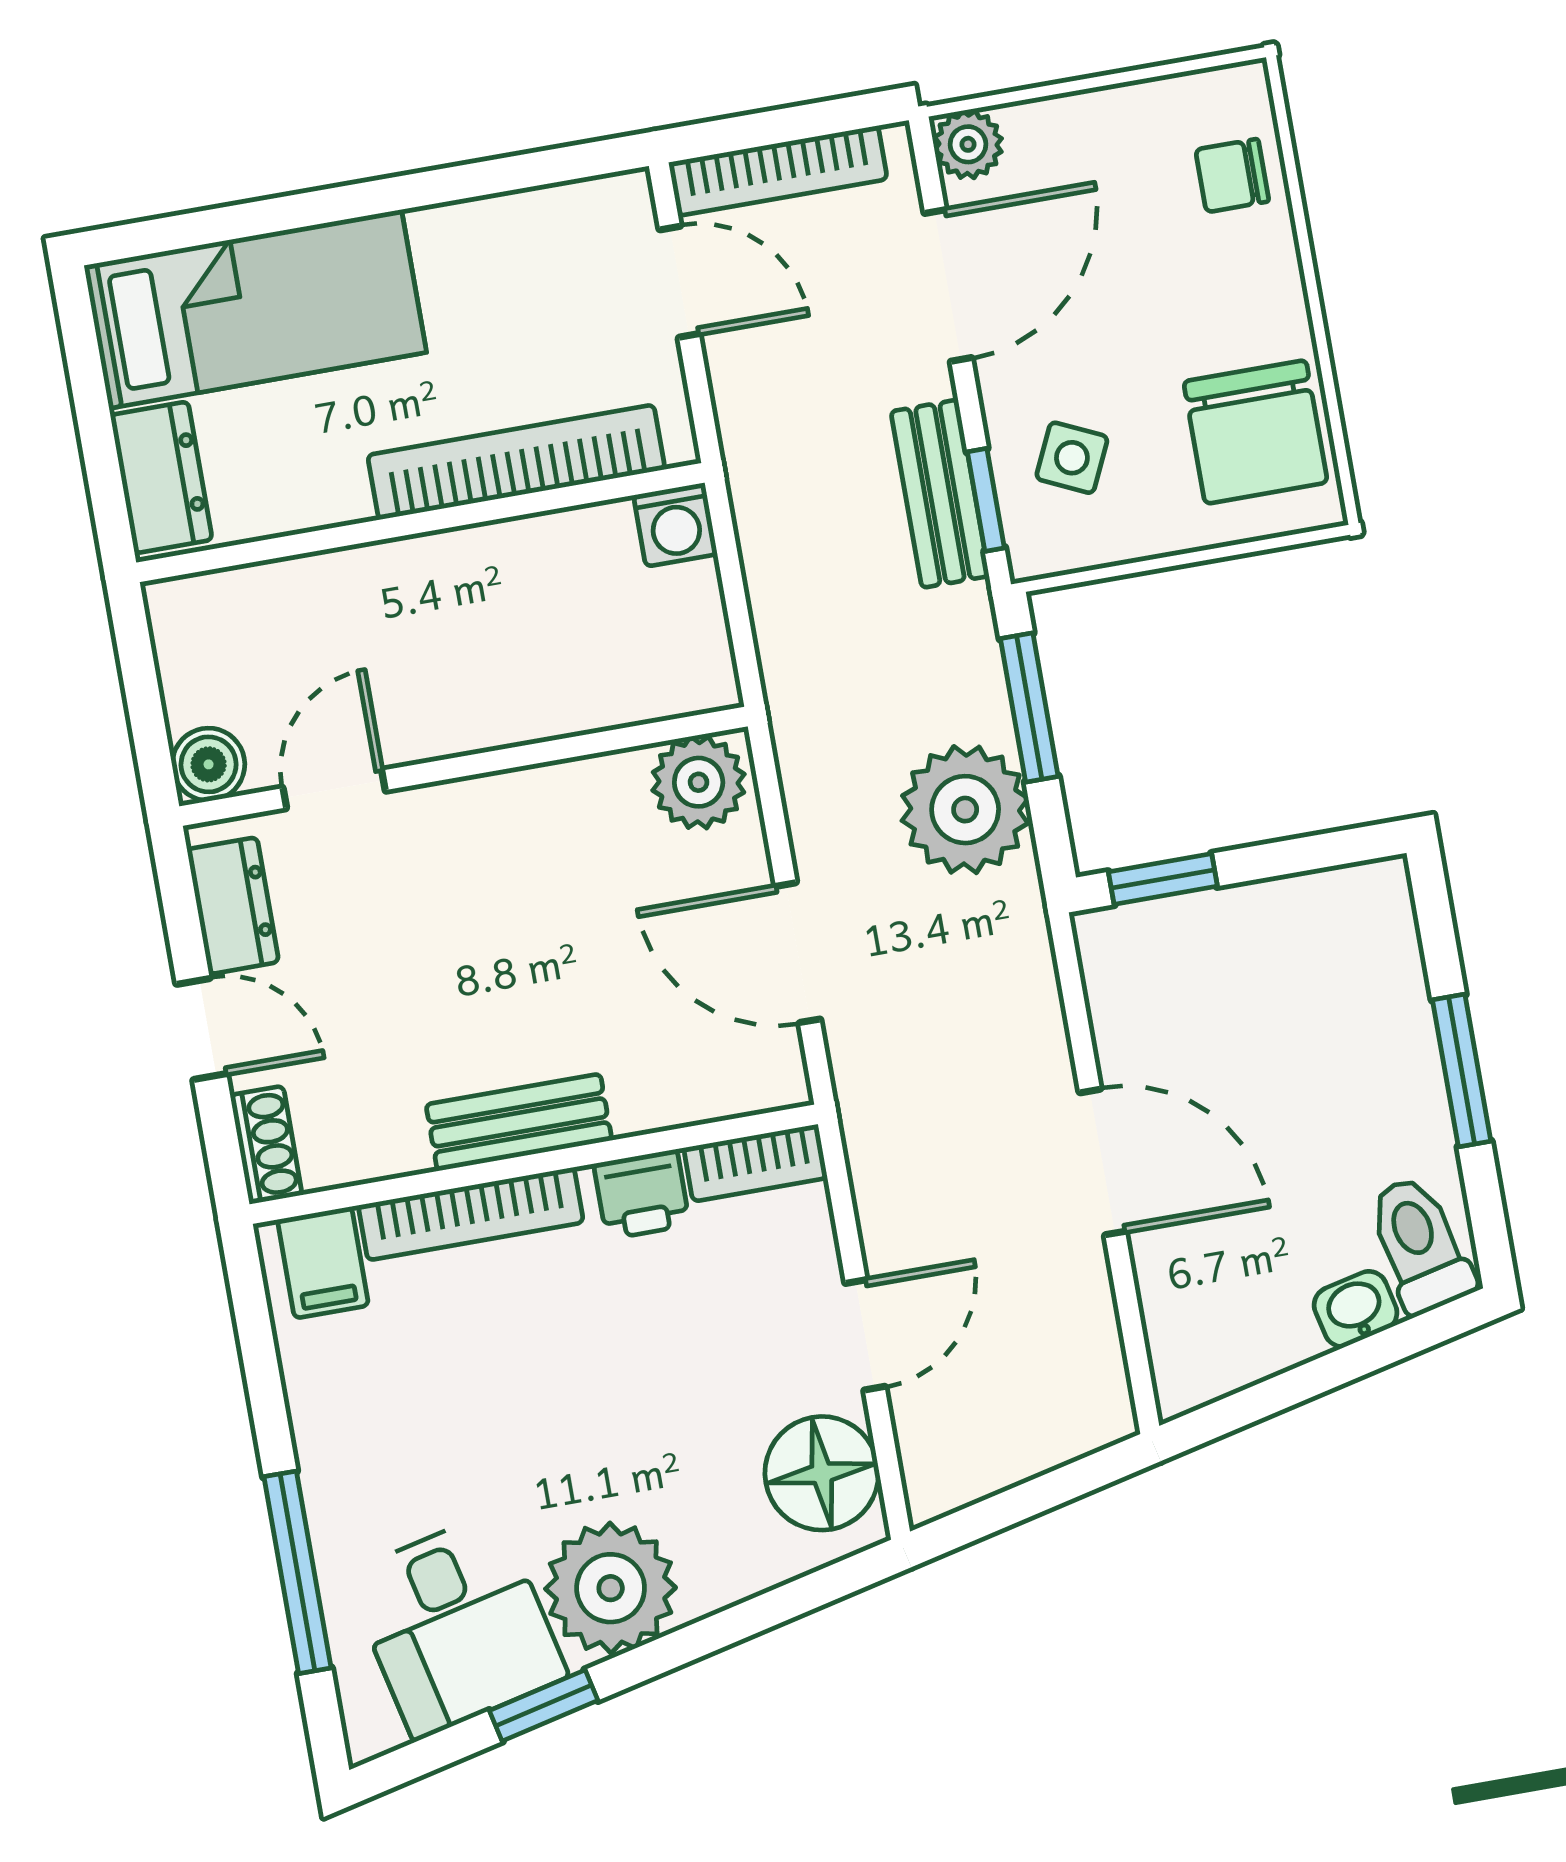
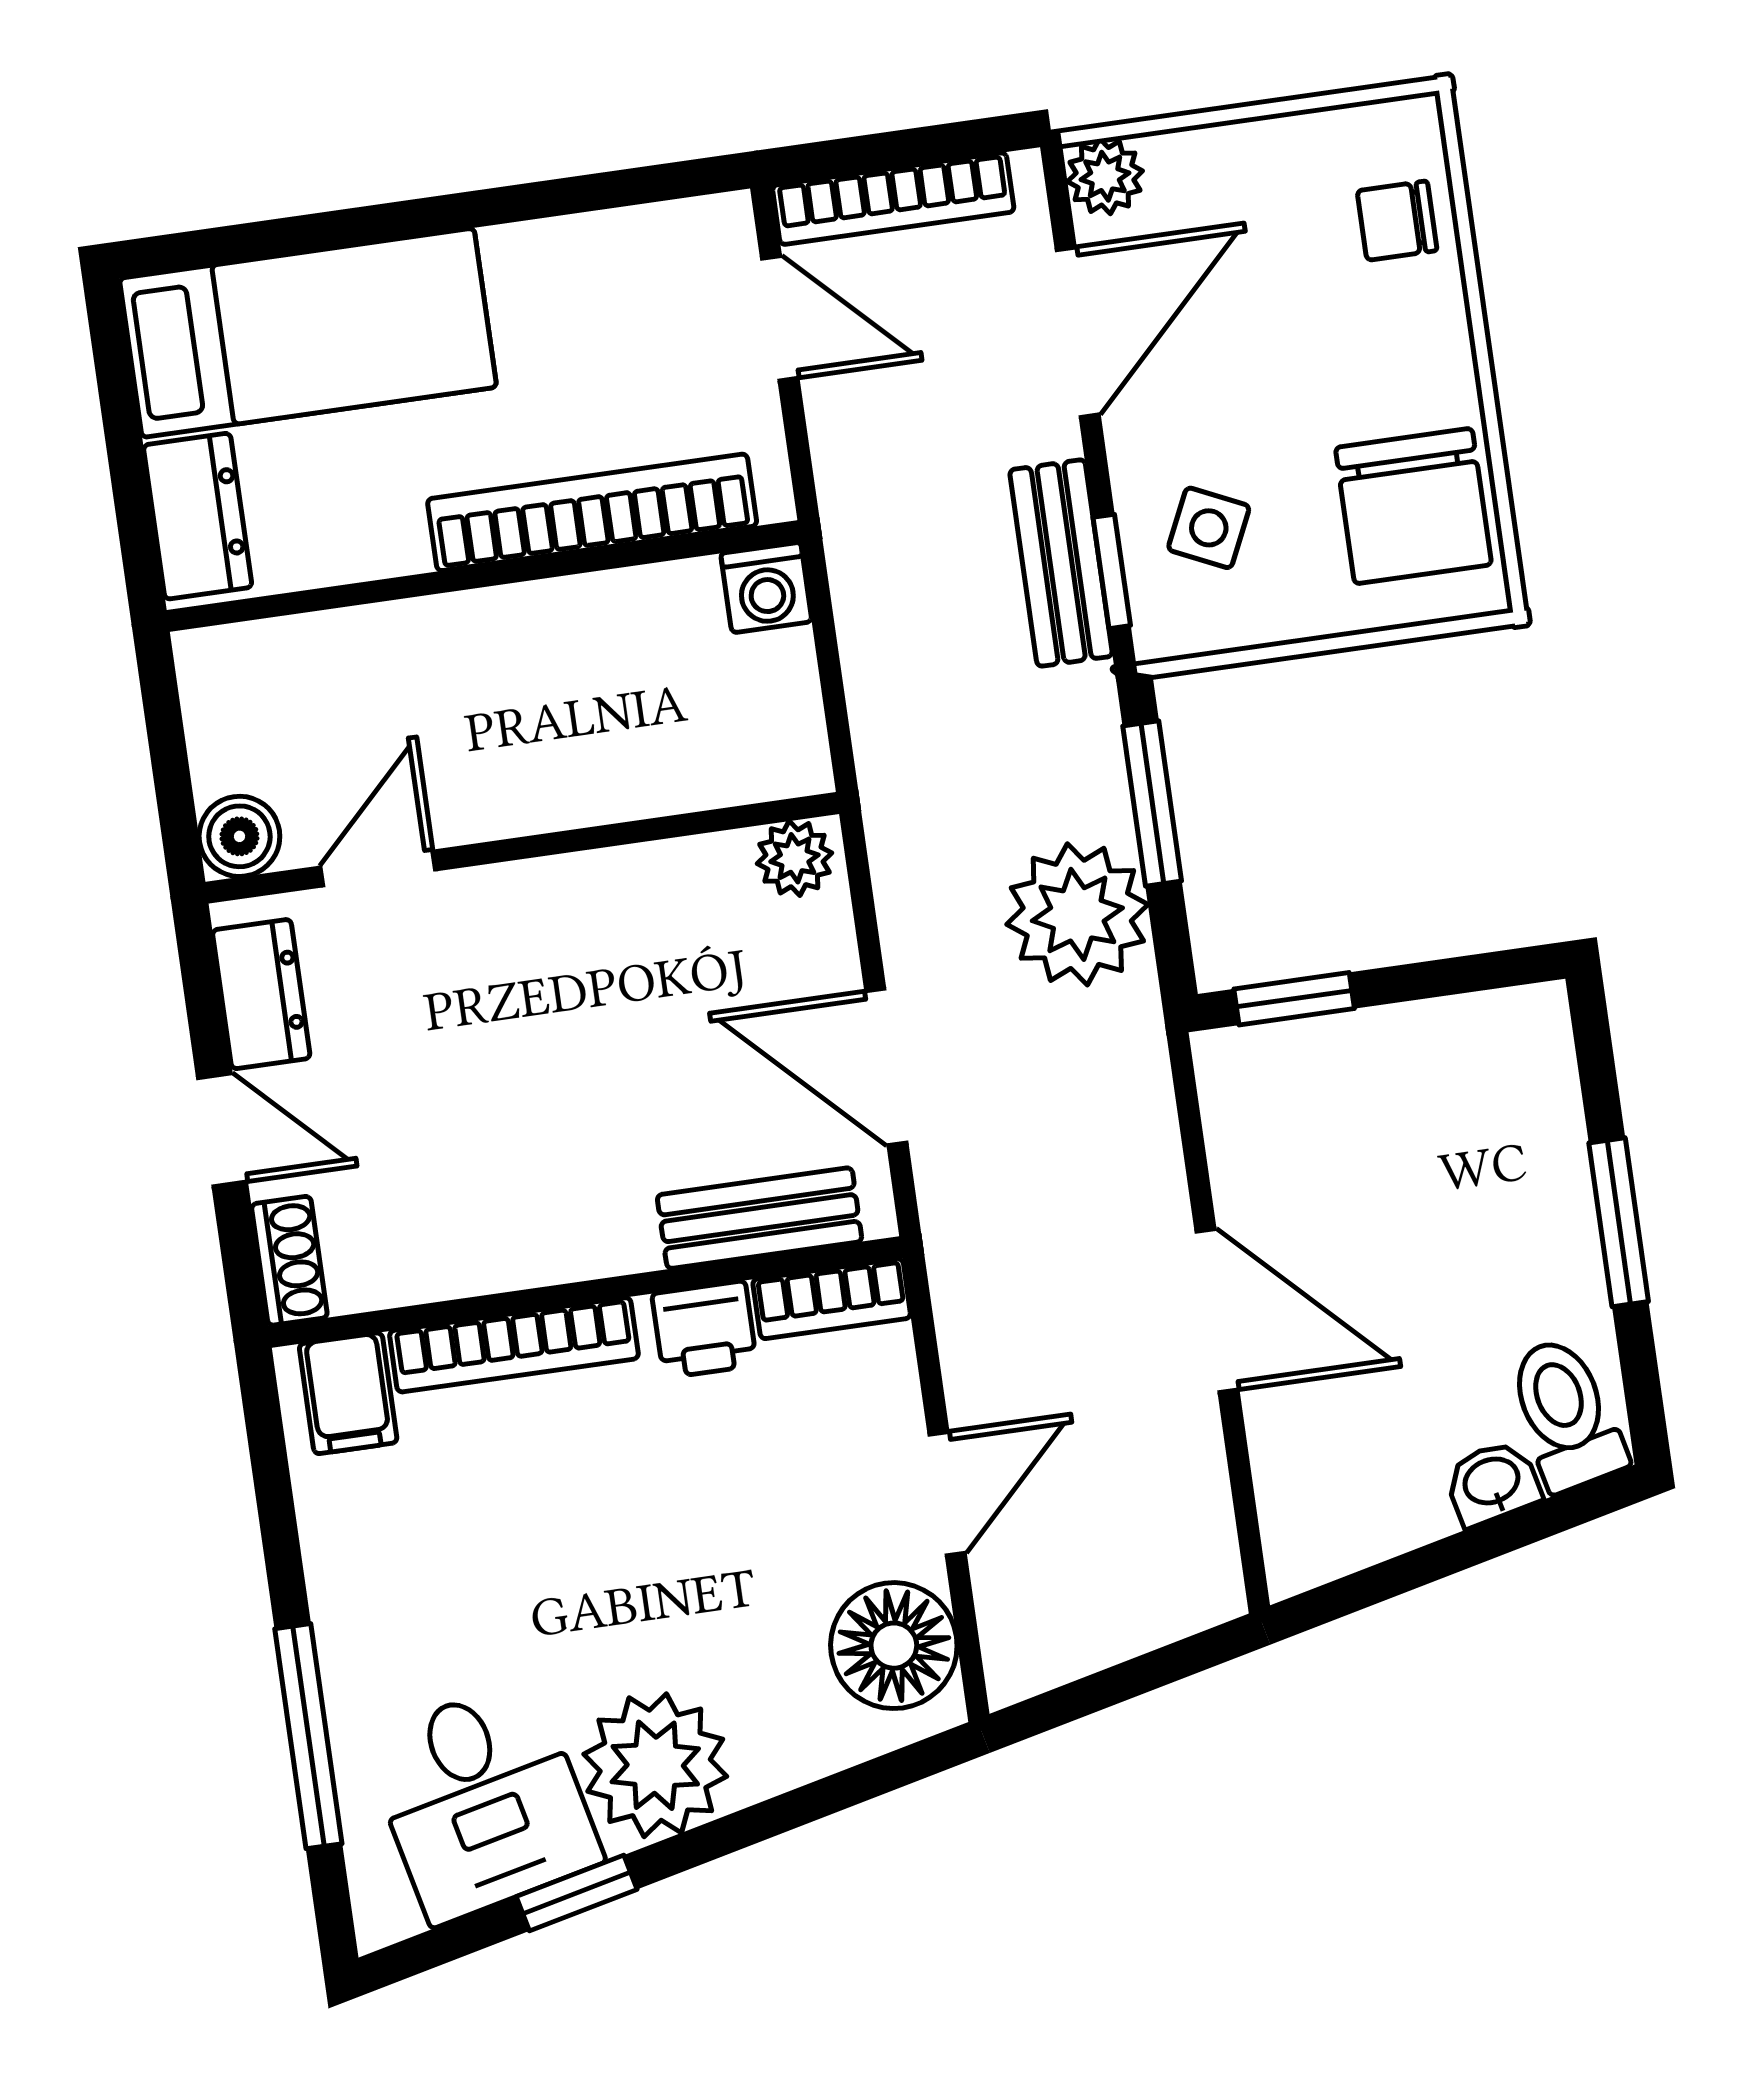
plant: (699, 782) -> (795, 858), width x0.73, depth x0.73
bench: (519, 1122) -> (760, 1218), moved

